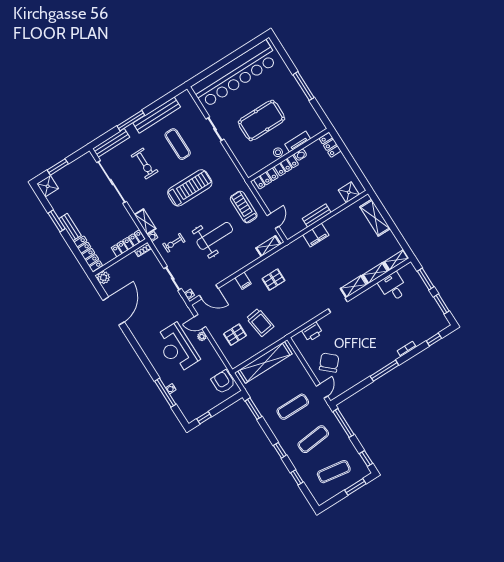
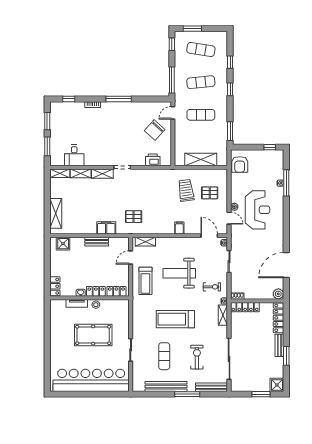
window: (304, 86) -> (47, 341), removed
pallet: (273, 280) -> (134, 217), moved
shelving: (265, 362) -> (201, 159), width x0.68

